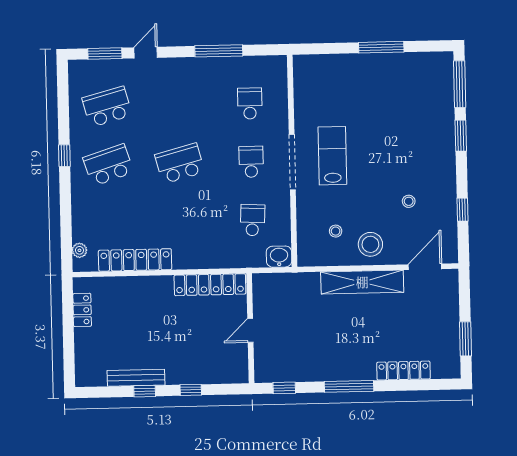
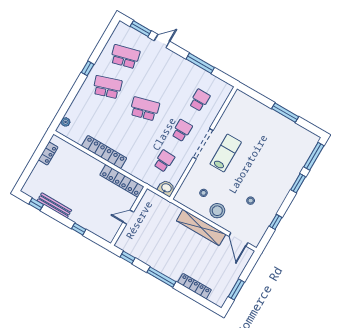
locker: (135, 260) -> (104, 152), moved
door: (425, 267) -> (238, 239), swing flipped
window: (145, 391) -> (36, 204), moved

